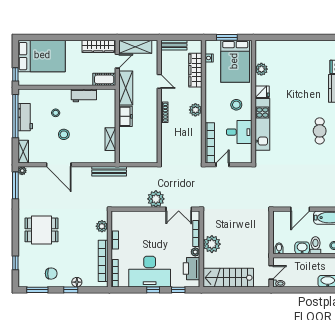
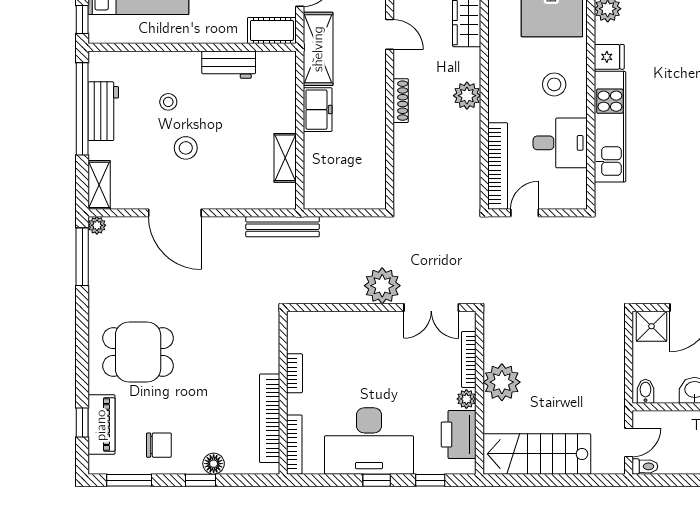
shower: (282, 218) -> (652, 326), added
plant: (102, 226) -> (267, 344), removed
piano: (24, 264) -> (101, 425), added

